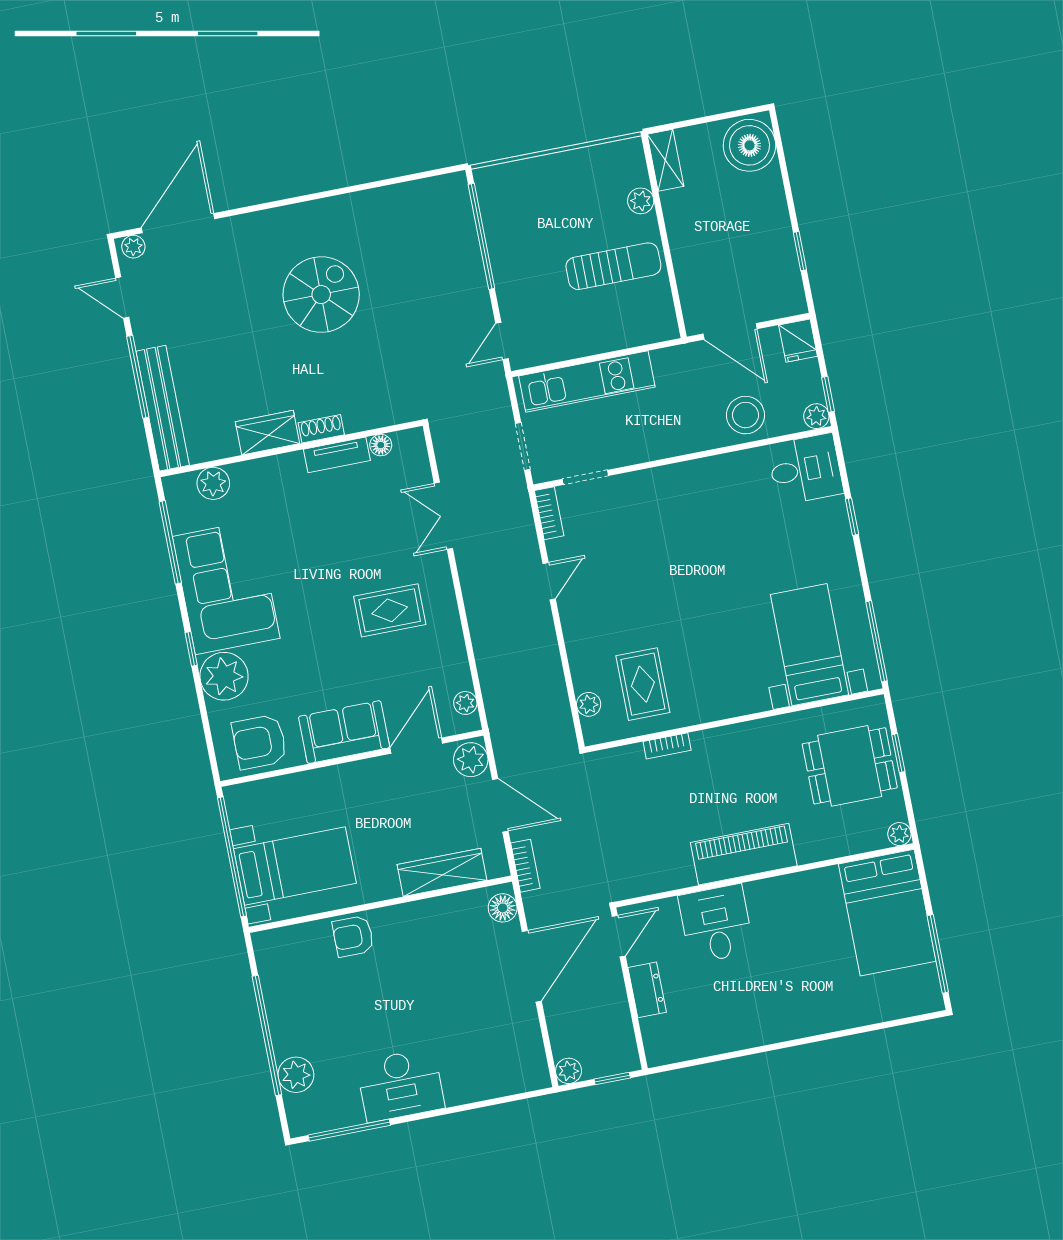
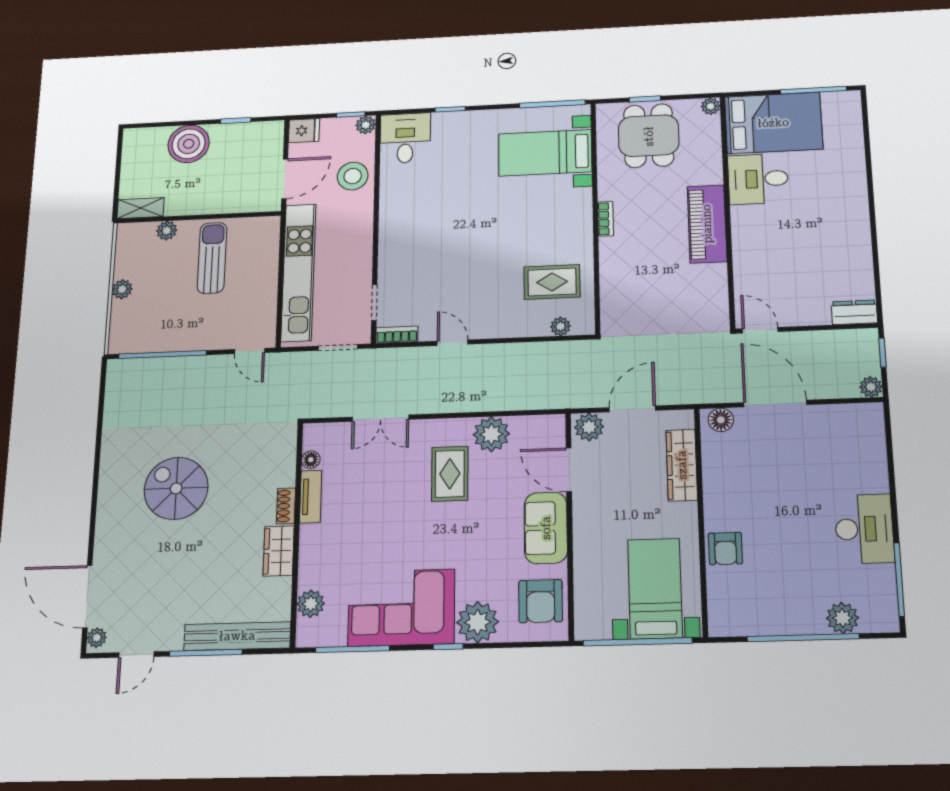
boiler: (749, 145) -> (189, 144), moved
plant: (557, 165) -> (122, 289), added
kitchen unit: (587, 382) -> (298, 272), width x1.36
plant: (465, 703) -> (491, 434), moved, width x1.88, depth x1.88
bookcase: (667, 746) -> (606, 219), moved
bookcase: (525, 866) -> (688, 396), removed
desk: (716, 924) -> (758, 179), moved
dresser: (647, 990) -> (854, 312), moved

